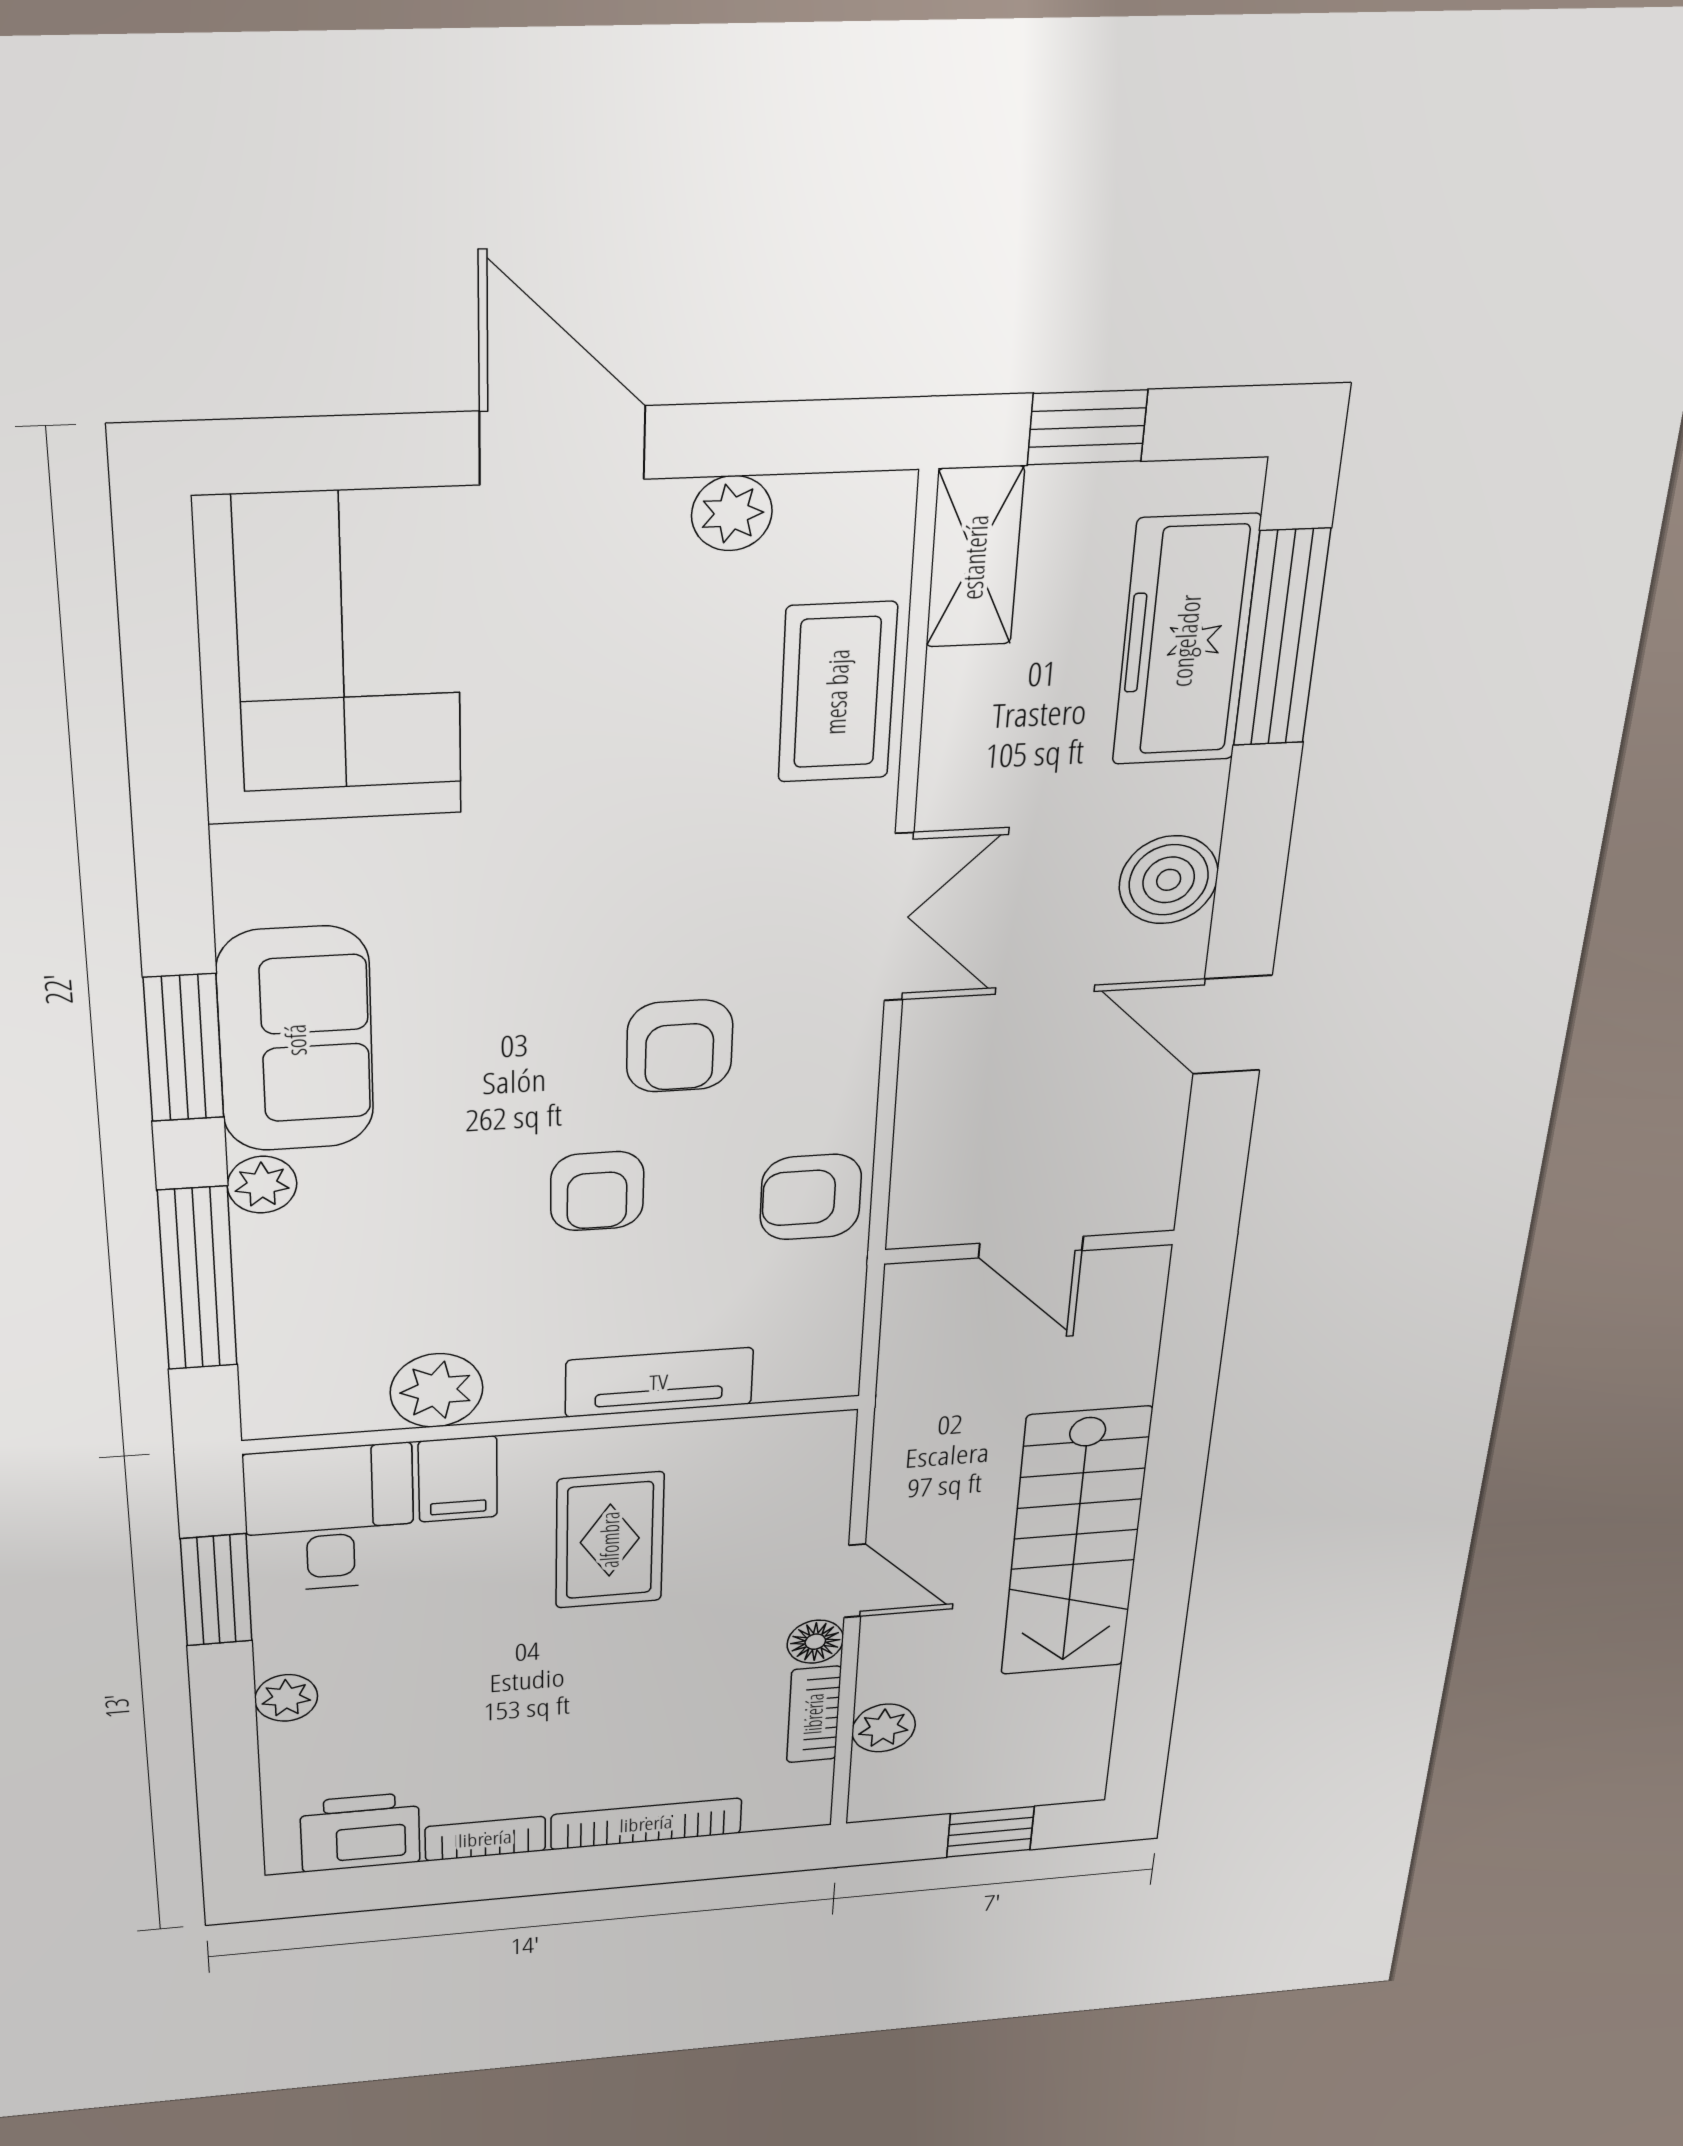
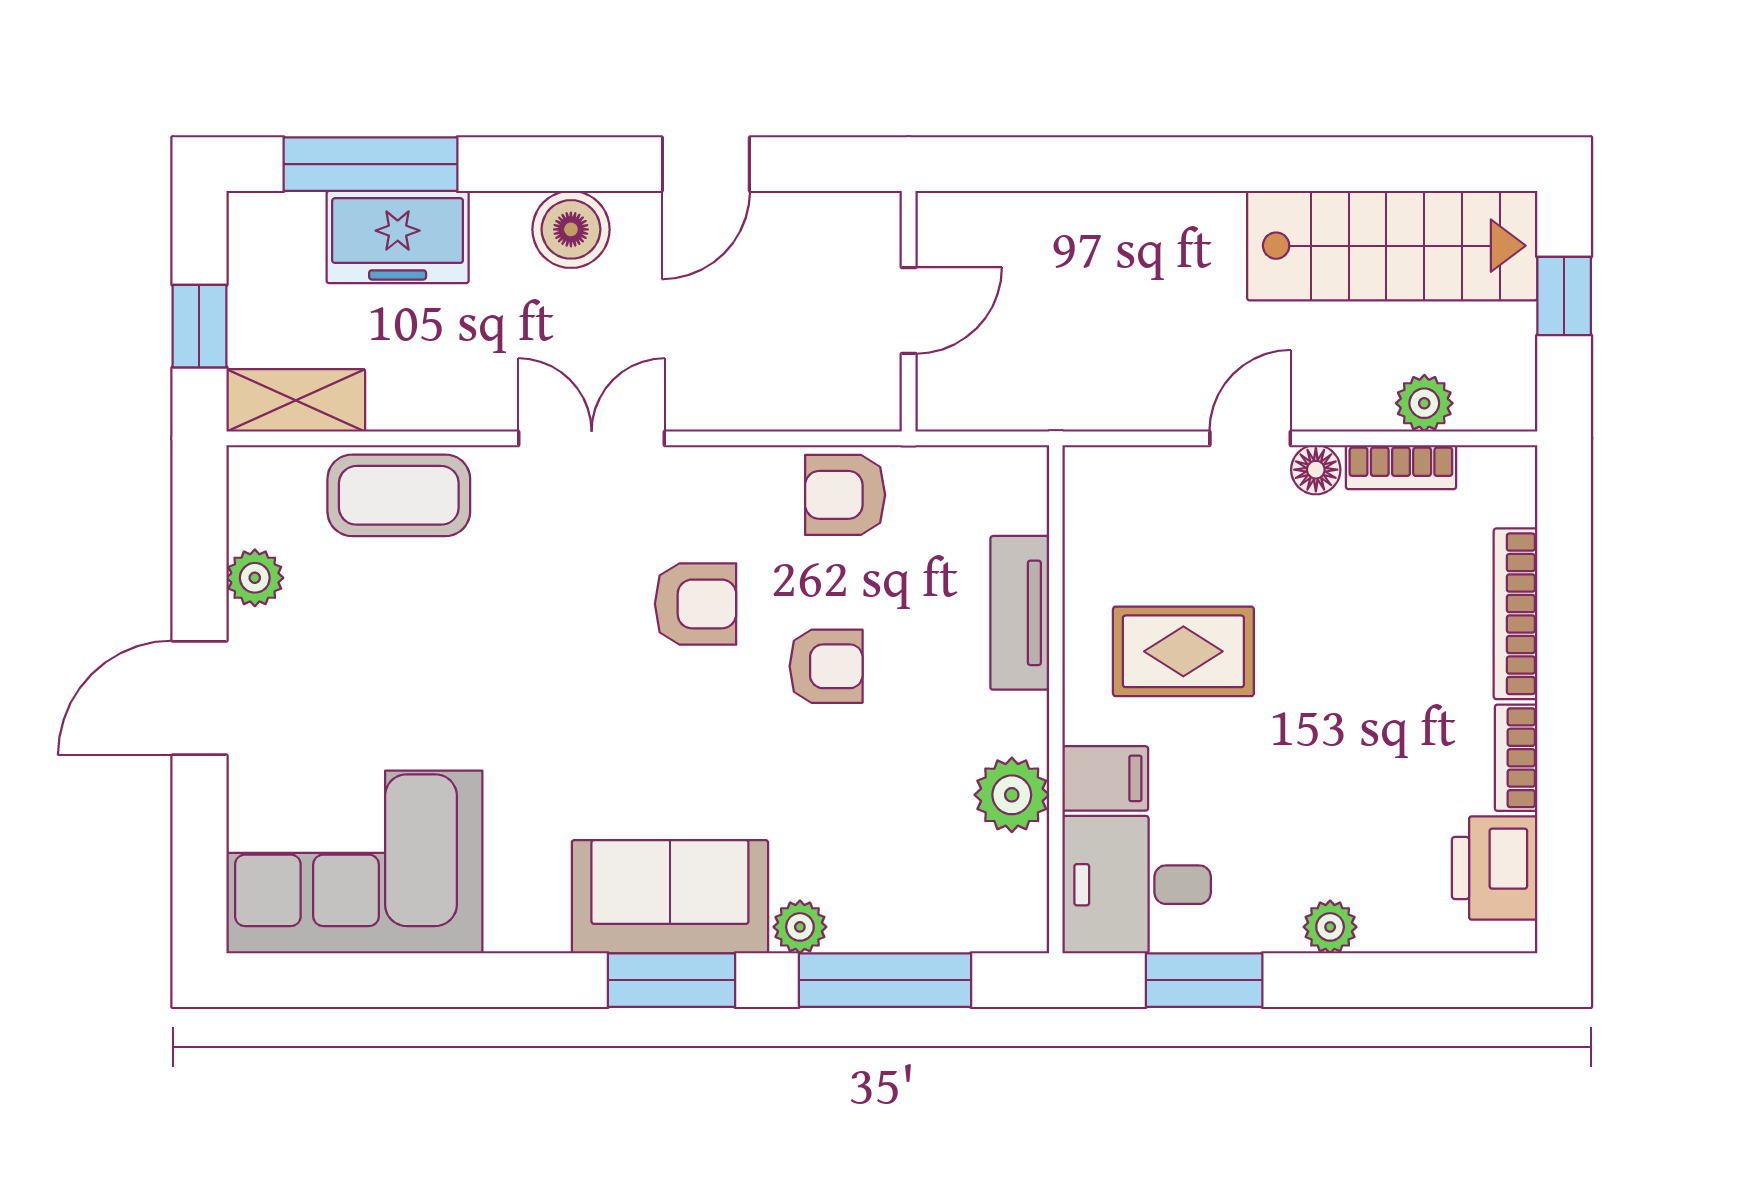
freezer: (1186, 641) -> (398, 237), width x0.71
armchair: (811, 1197) -> (845, 495), turned 90
stairs: (1075, 1543) -> (1392, 246), moved

